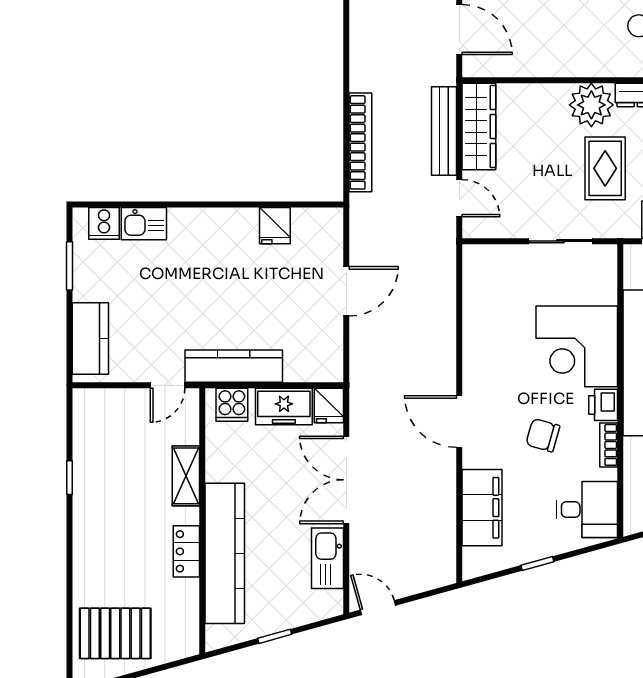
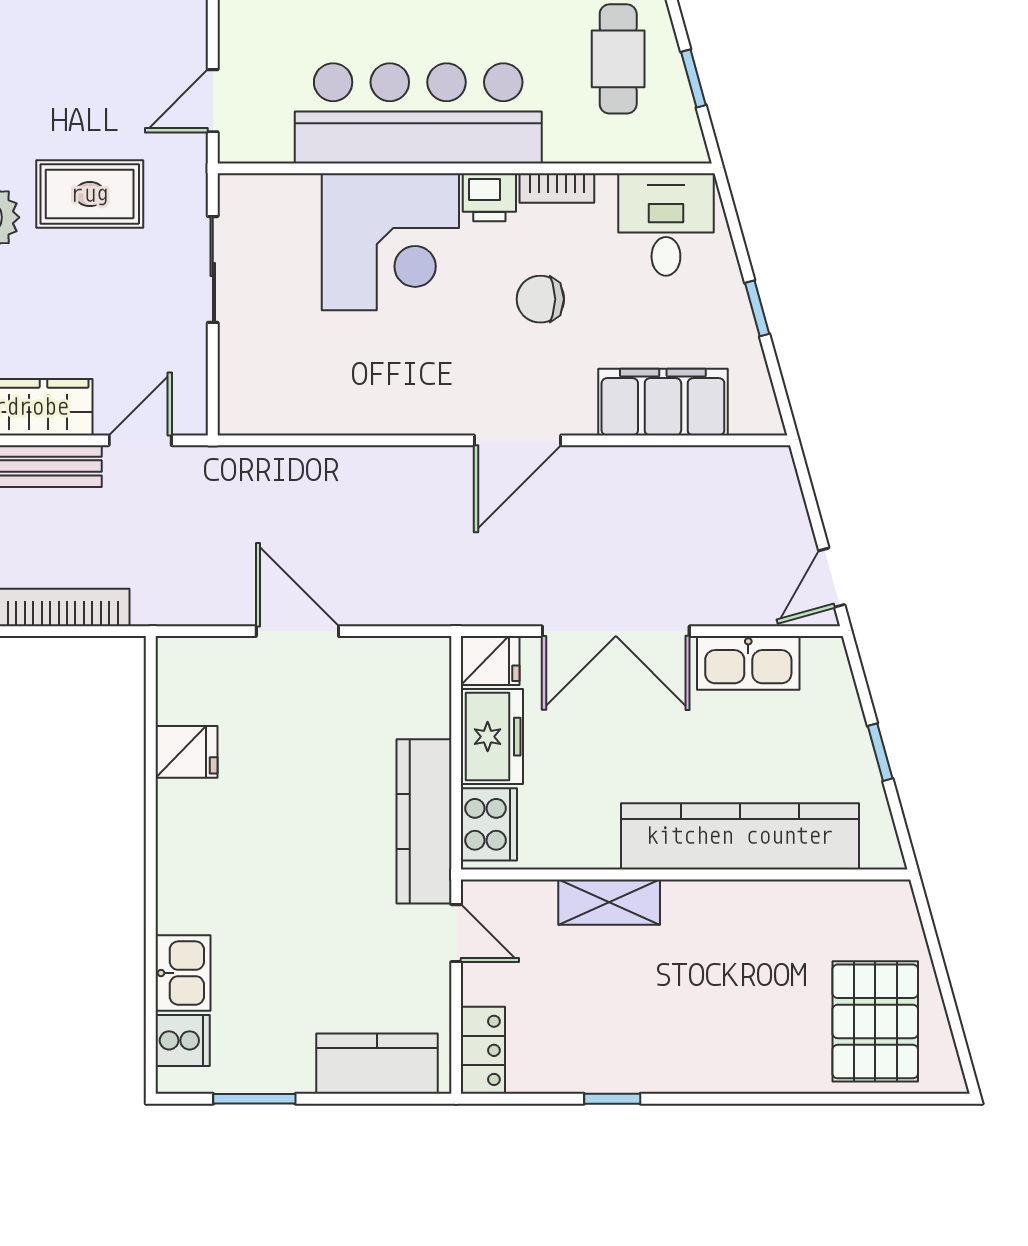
cooker: (232, 405) -> (489, 824), width x1.36
chair: (543, 435) -> (540, 299), turned 74
locker: (186, 551) -> (483, 1050), moved, turned -90

